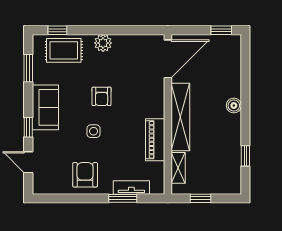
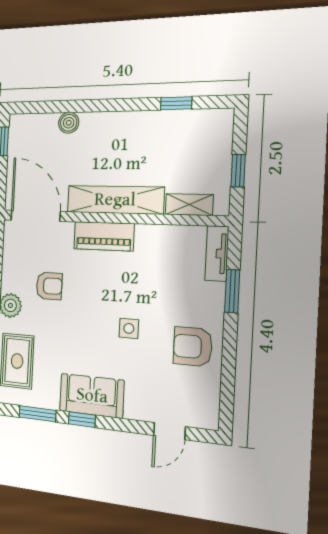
armchair: (102, 96) -> (49, 286), moved
boiler: (234, 106) -> (69, 123), moved
window: (28, 127) -> (82, 420), moved
piano: (155, 140) -> (104, 236), moved
tv unit: (131, 187) -> (217, 253), moved

